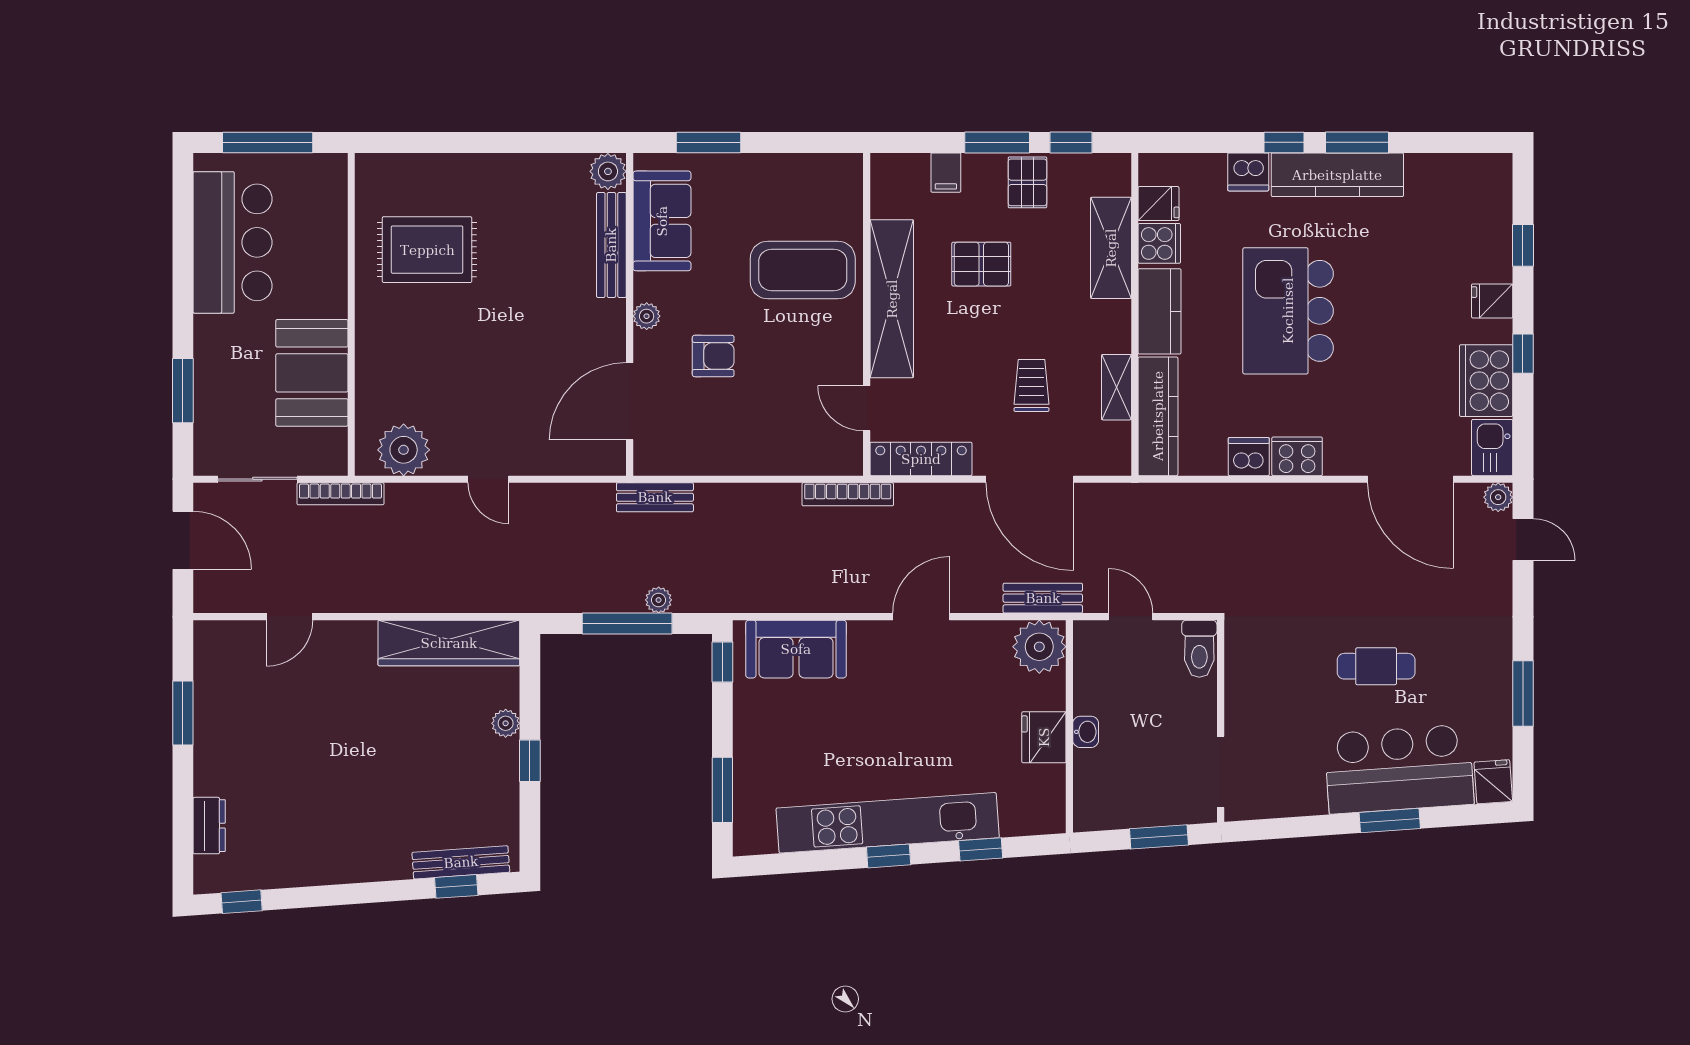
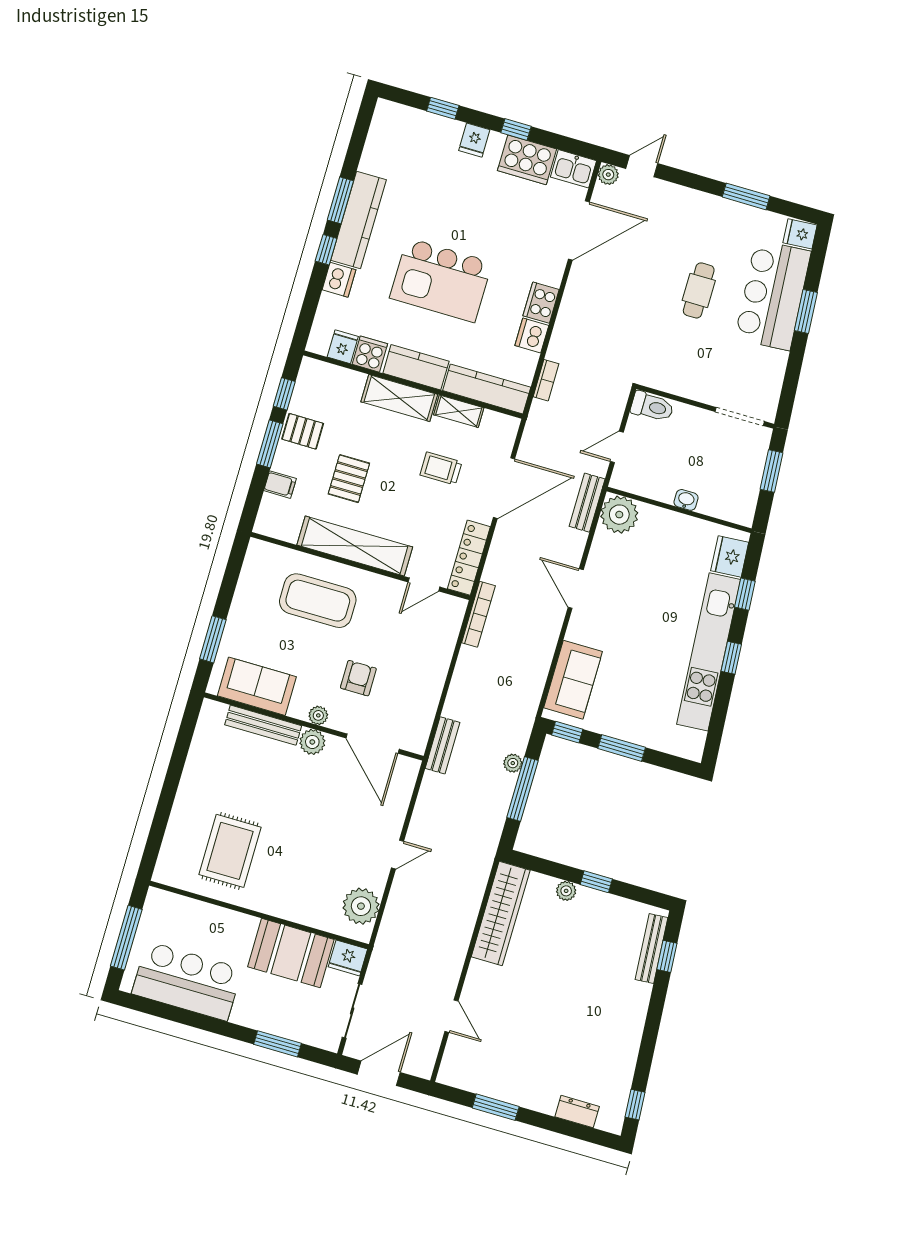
plant: (608, 171) -> (312, 742), moved
shelving: (1111, 248) -> (399, 398), moved
coffee table: (803, 270) -> (318, 601), turned 90
fridge: (328, 452) -> (348, 958), added
bookcase: (340, 494) -> (546, 380), moved, width x0.64
fridge: (1044, 737) -> (730, 556), moved, turned 86
window: (722, 790) -> (622, 748), moved

